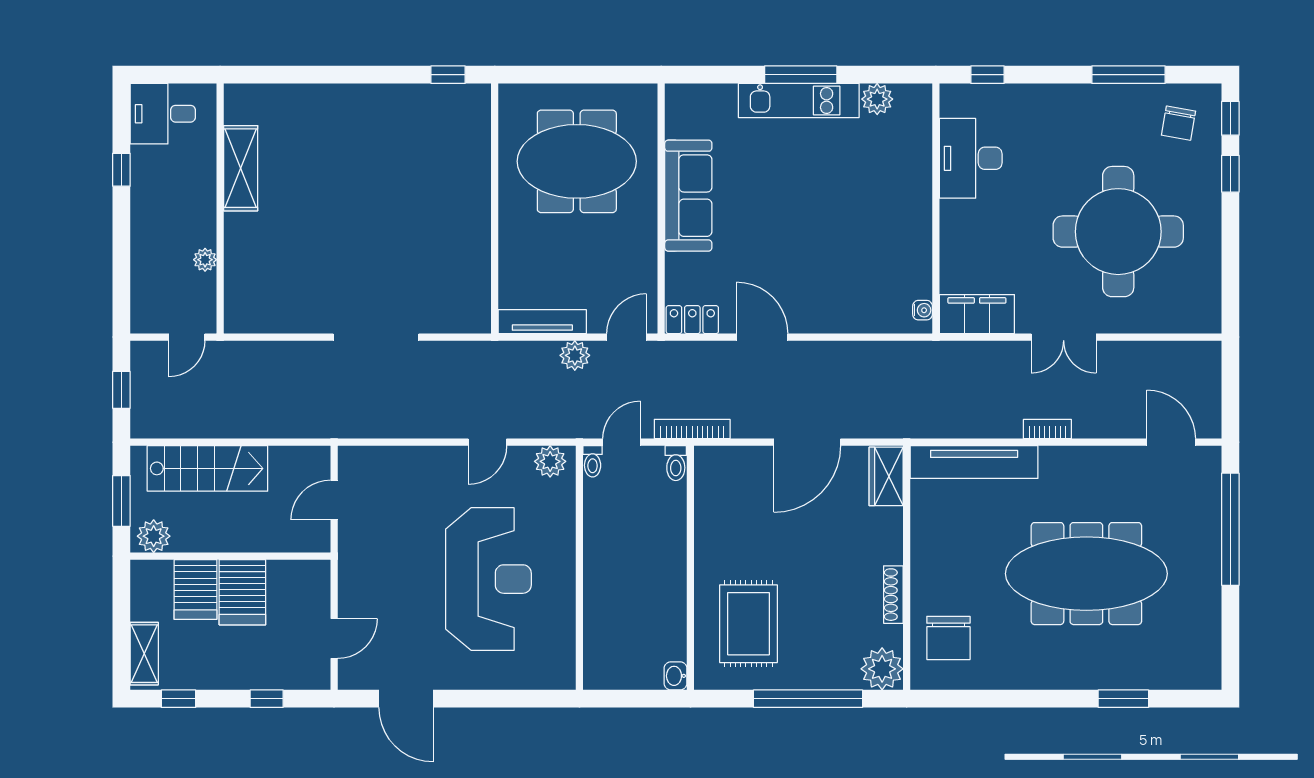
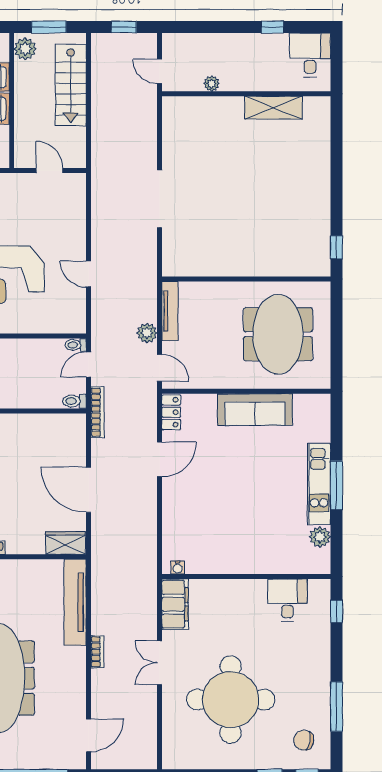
desk: (971, 158) -> (287, 600), width x0.73
door: (622, 442) -> (88, 365), swing flipped
plant: (550, 461) -> (75, 316), removed

